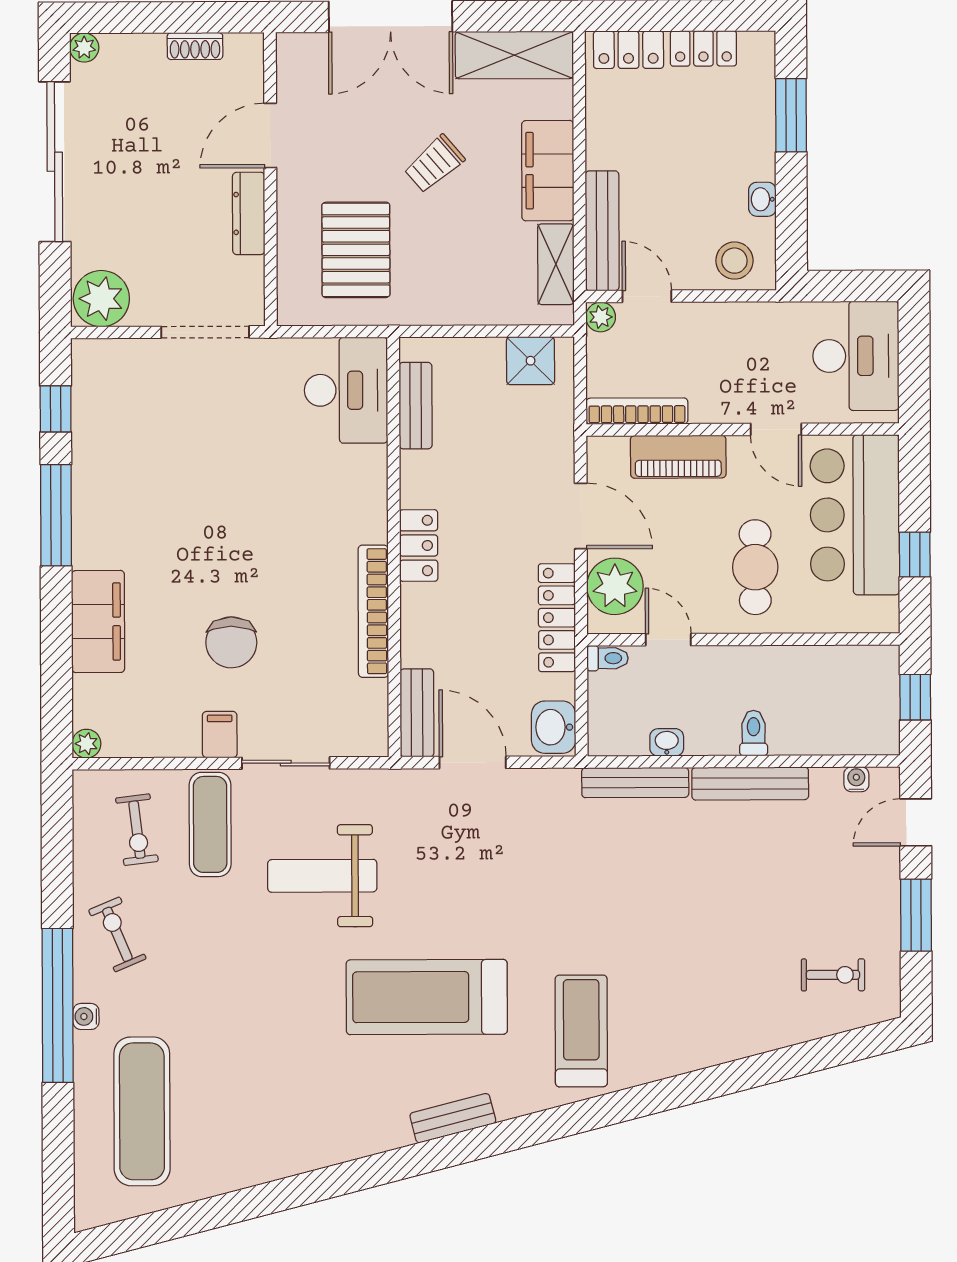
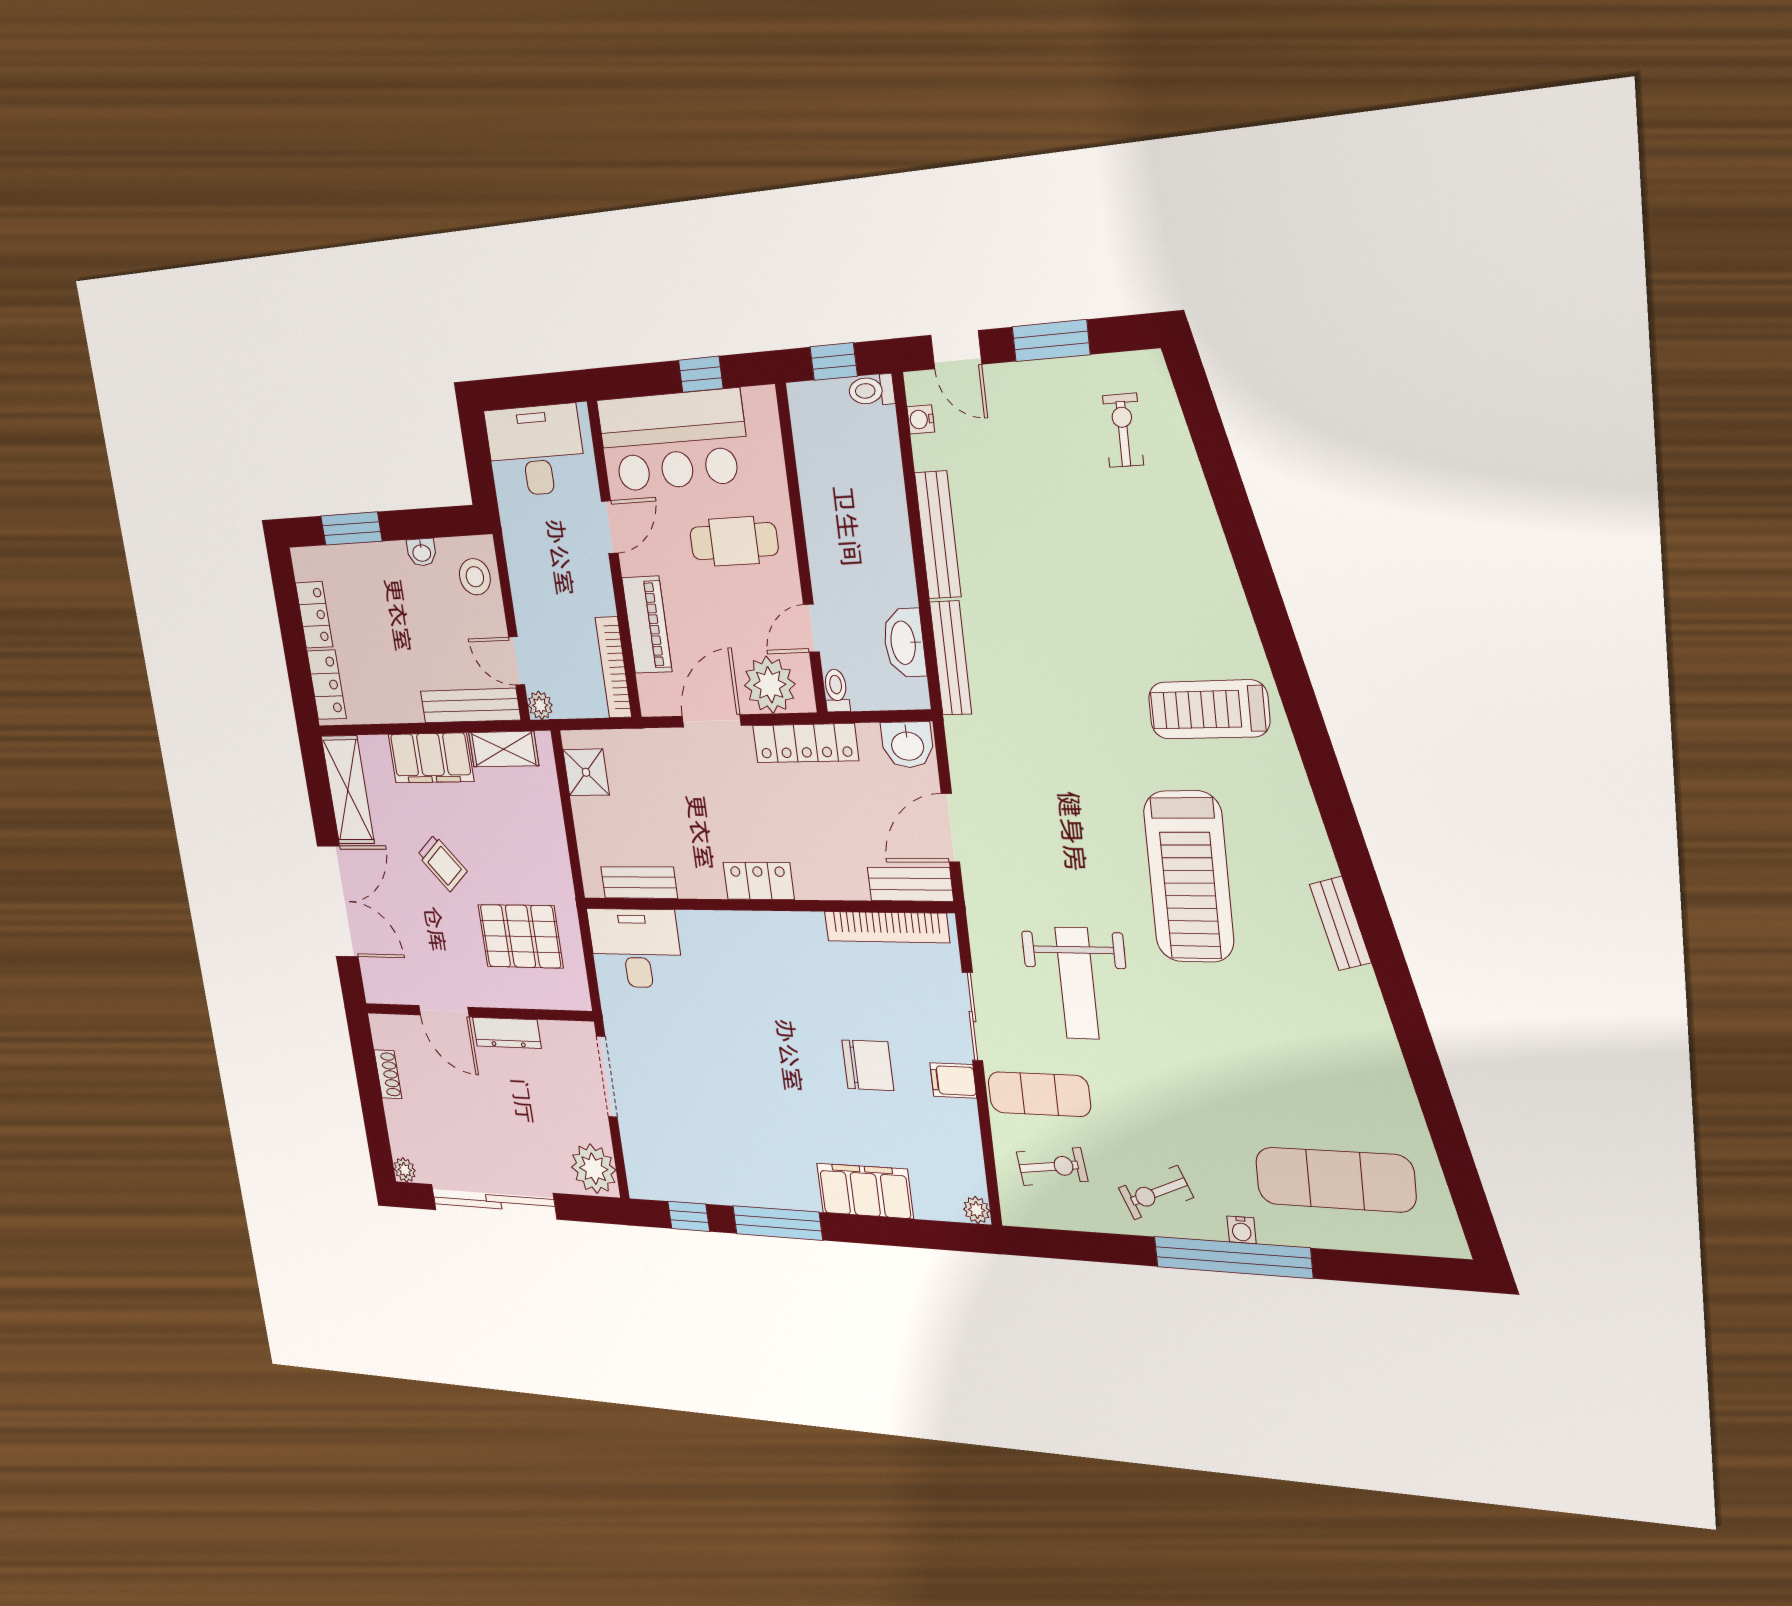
door: (647, 296) -> (517, 661), hinge flipped
bookcase: (373, 611) -> (887, 927), moved
toilet: (754, 733) -> (871, 390), moved
washbasin: (667, 742) -> (904, 643), width x1.91, depth x1.45
bench: (453, 1118) -> (1340, 924), moved

